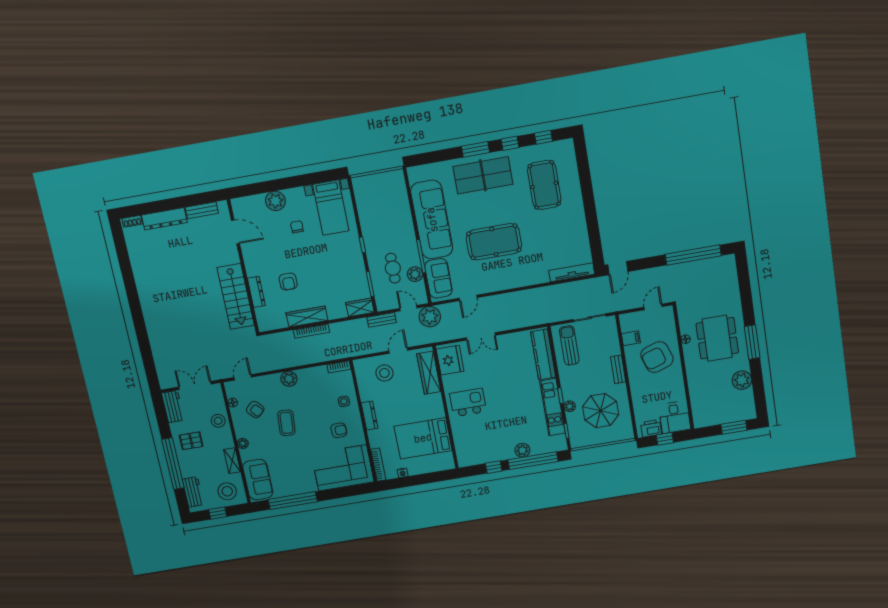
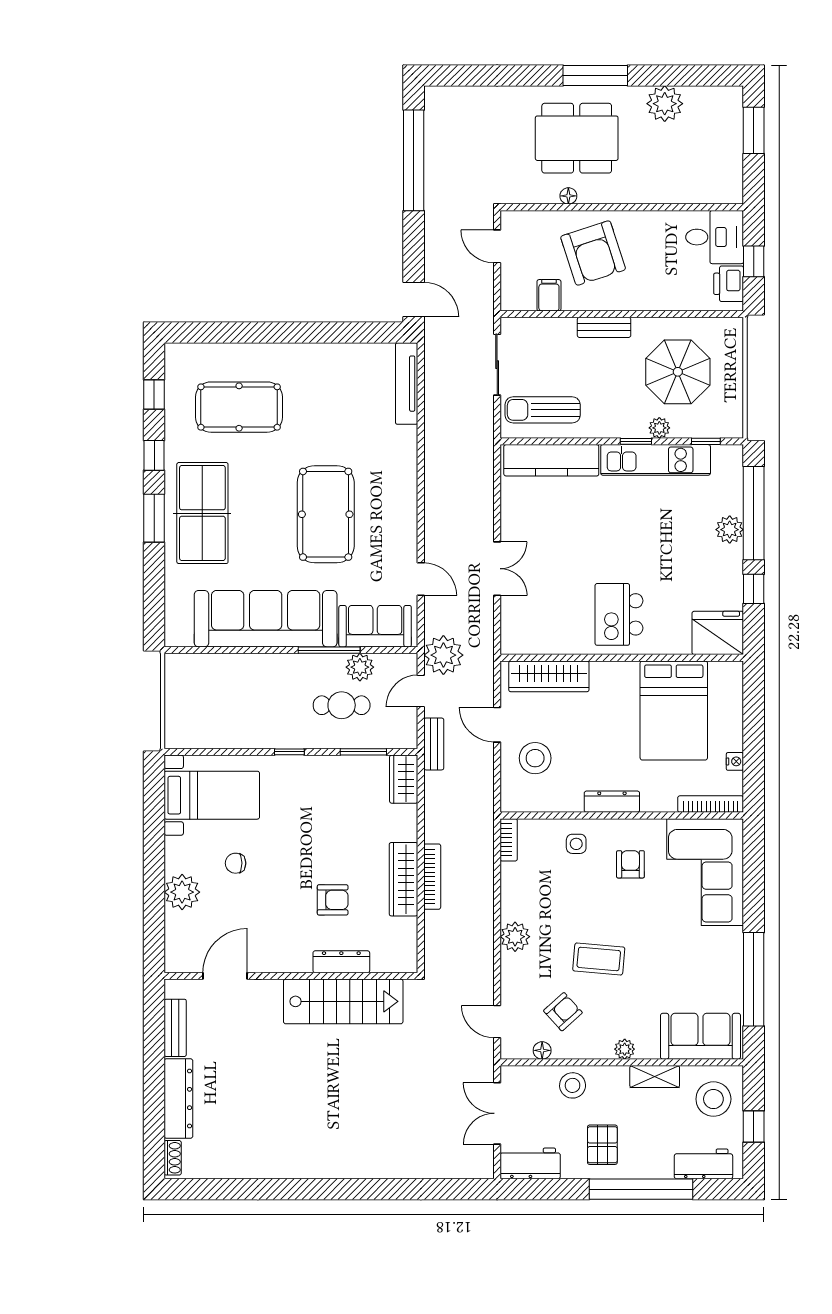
fridge: (450, 360) -> (718, 633), moved

